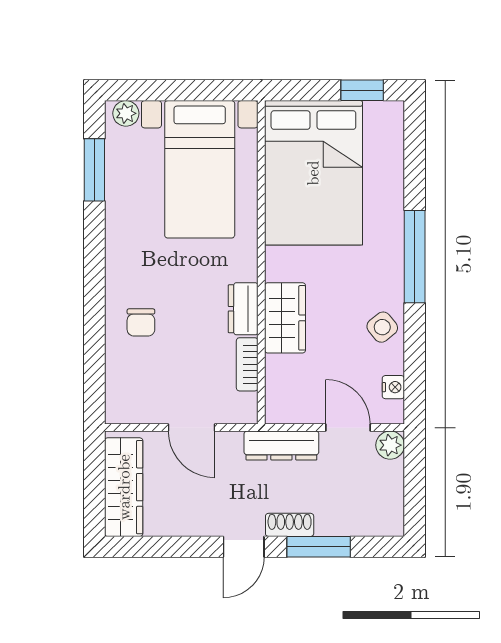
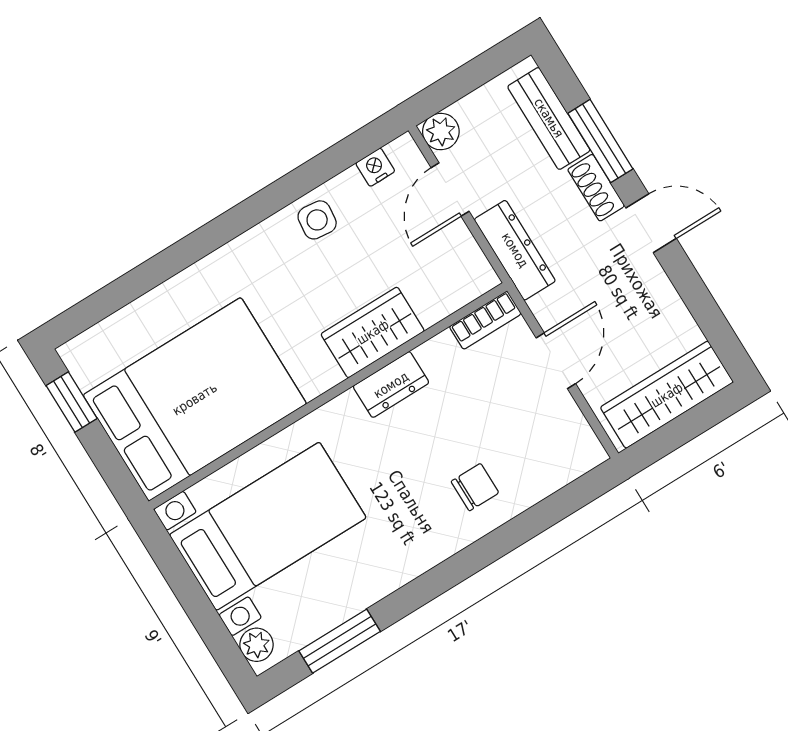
window: (415, 257) -> (218, 232), removed
side table: (382, 327) -> (317, 220), turned 45
bookcase: (247, 364) -> (485, 320), moved
bench: (355, 522) -> (549, 118), added

